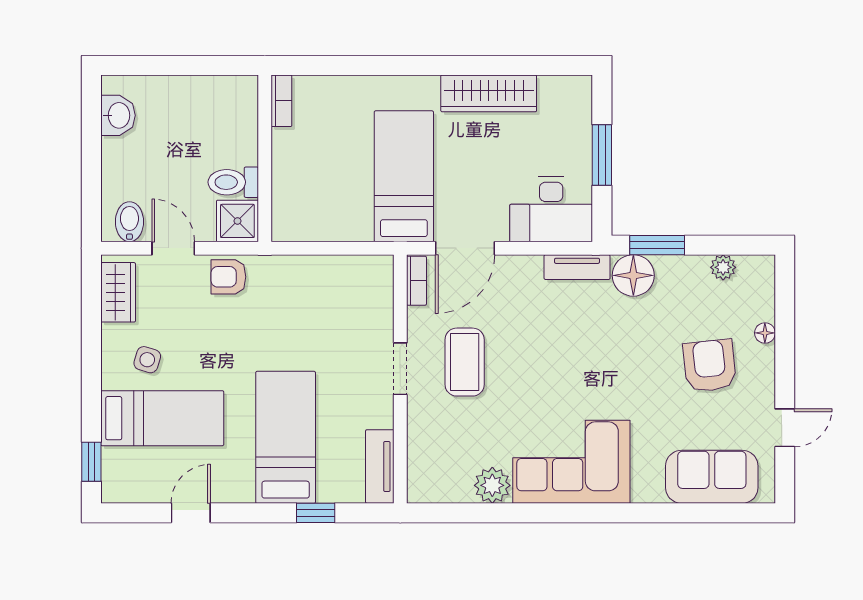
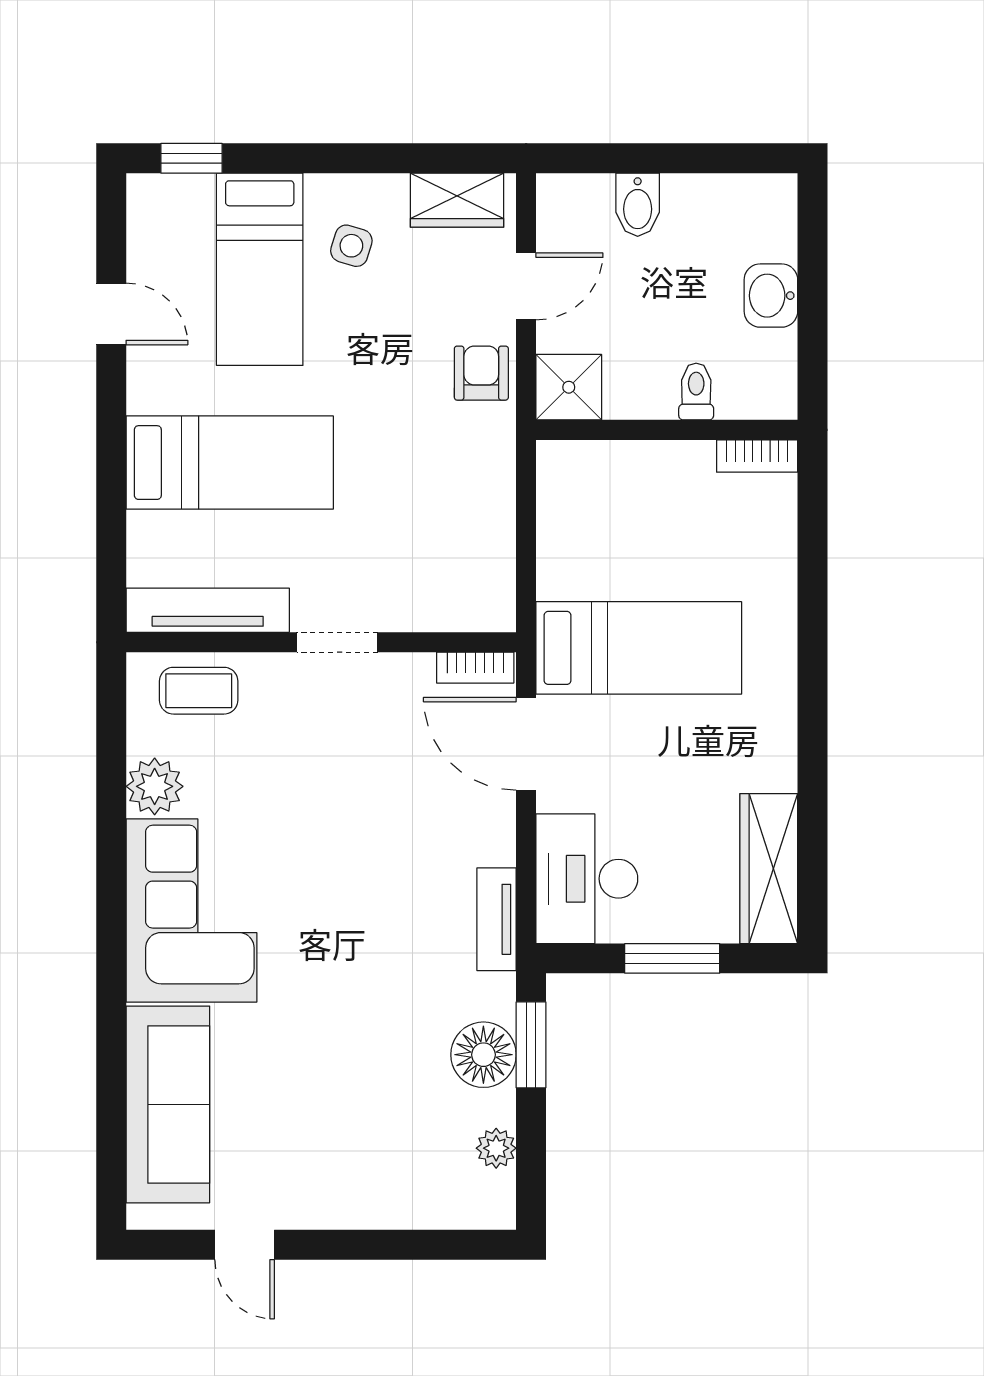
wardrobe: (489, 93) -> (769, 869), moved
washbasin: (118, 115) -> (771, 296), moved, turned 90
toilet: (233, 182) -> (696, 392), moved, width x0.73, depth x0.72
bidet: (129, 222) -> (638, 205), moved, turned 90
floor lamp: (633, 275) -> (483, 1055), moved
floor lamp: (765, 333) -> (393, 1214), removed
coffee table: (465, 362) -> (199, 691), moved, width x0.73, depth x0.77
armchair: (710, 366) -> (342, 1127), removed
tv unit: (380, 466) -> (208, 610), width x1.41
sofa: (712, 477) -> (168, 1104), width x1.36
window: (316, 513) -> (111, 510), removed

